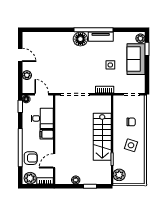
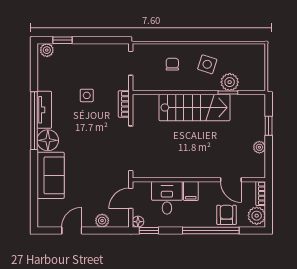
sofa: (136, 59) -> (51, 175), moved, turned -90
plant: (119, 175) -> (230, 82), moved

